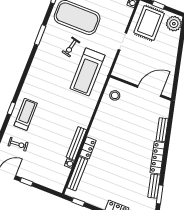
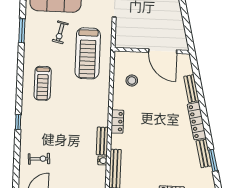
door: (149, 91) -> (163, 51), swing flipped
stool: (115, 95) -> (132, 81), moved
treadmill: (26, 114) -> (43, 83), moved, turned 180
bench: (76, 143) -> (102, 141), width x0.73
locker: (88, 148) -> (117, 122), moved

